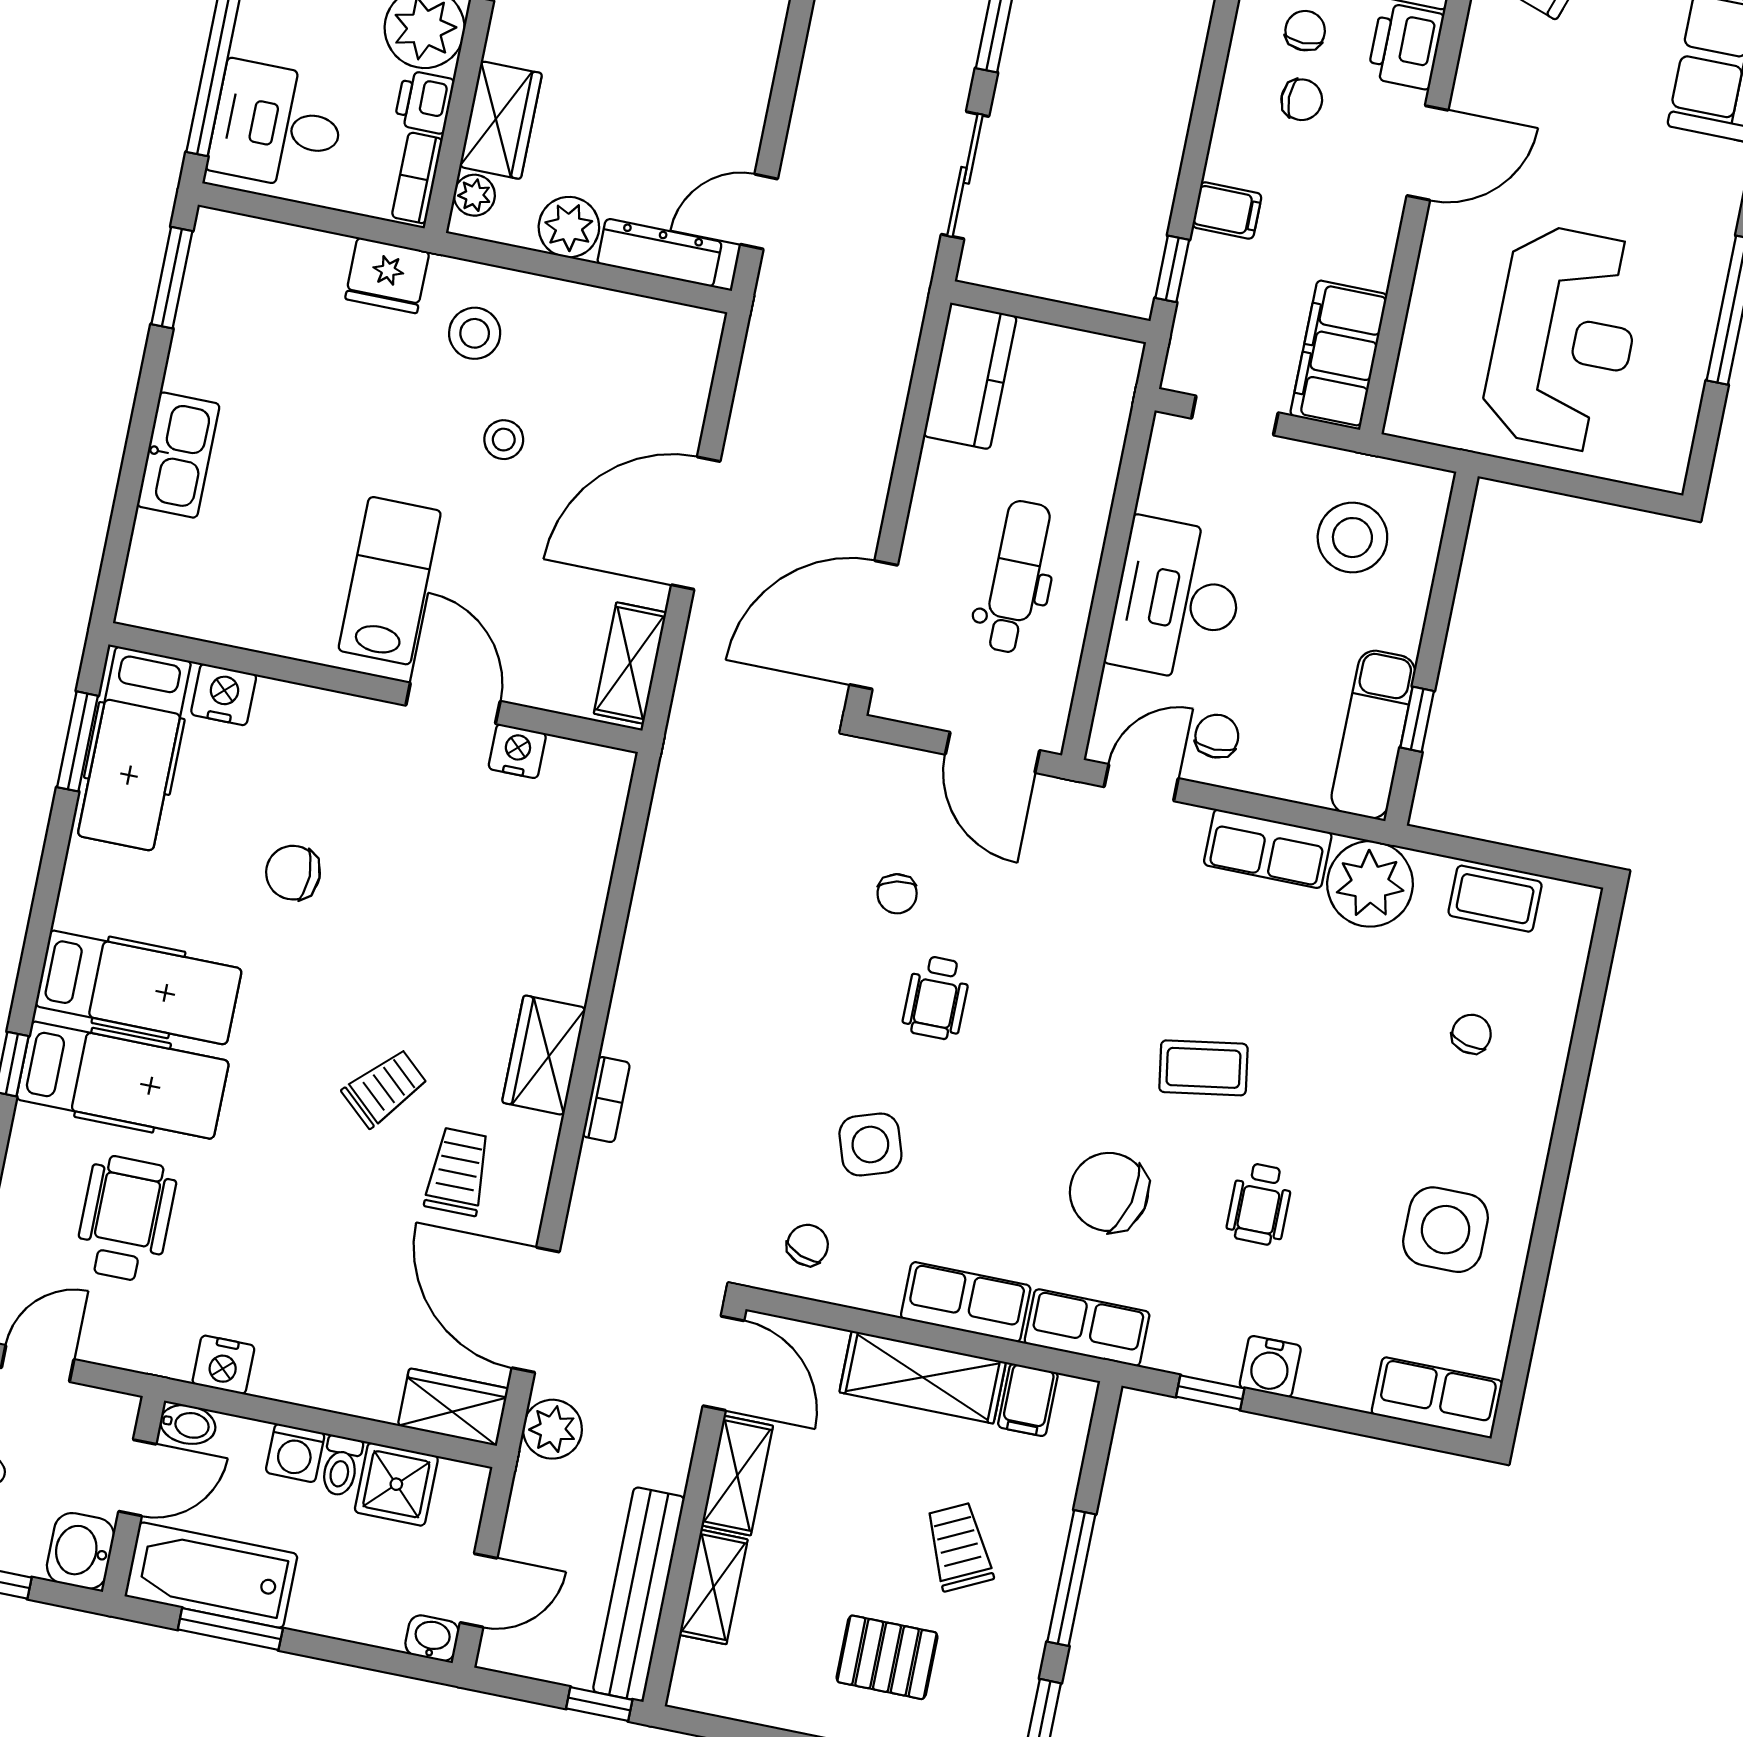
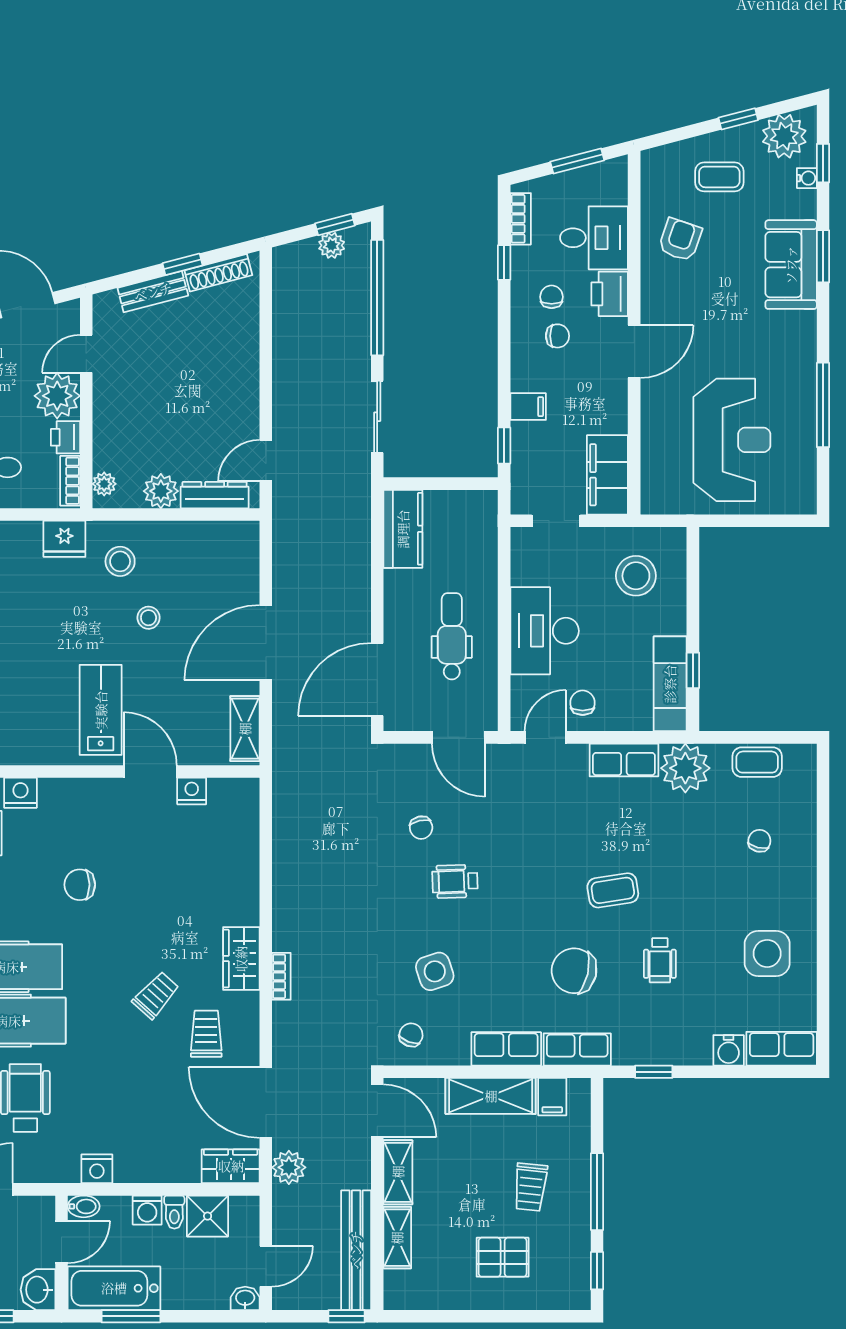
wardrobe: (501, 120) -> (110, 439), removed
wheelchair: (936, 998) -> (455, 881), turned 88
water cooler: (1270, 1367) -> (729, 1050), moved
trolley: (959, 1547) -> (530, 1187), turned -148

